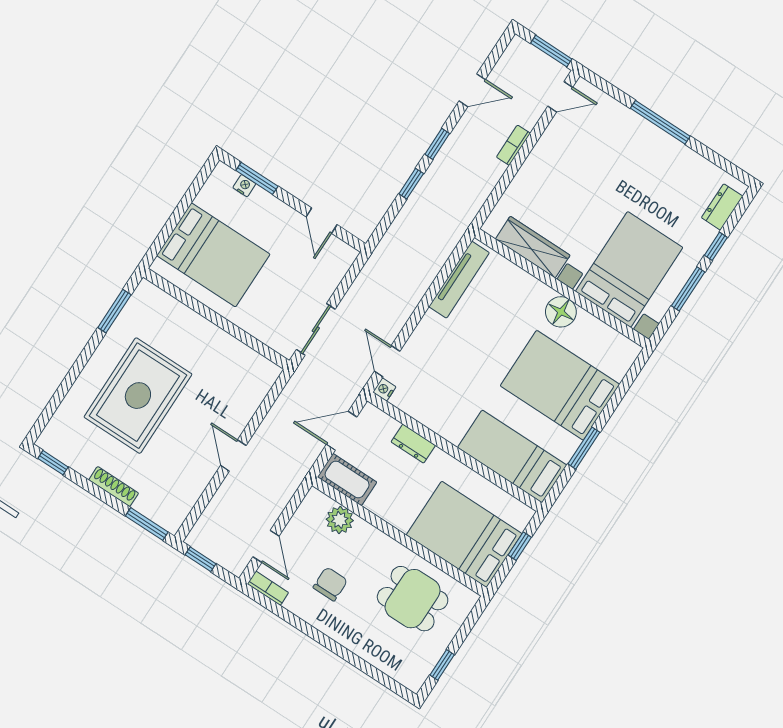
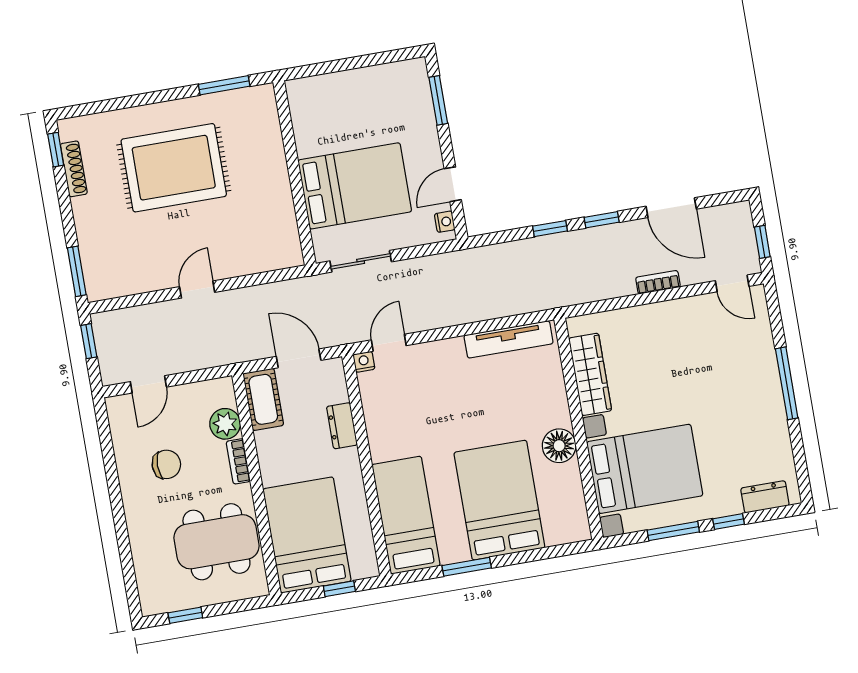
window: (551, 51) -> (762, 242), width x0.67
door: (472, 90) -> (671, 208), width x1.38
nightstand: (244, 186) -> (445, 222), moved
bed: (213, 255) -> (355, 186), moved, turned -90
shoe rack: (114, 487) -> (74, 169), moved
bookcase: (268, 588) -> (238, 461), moved, turned 180
dining table: (413, 599) -> (216, 542), width x1.37

